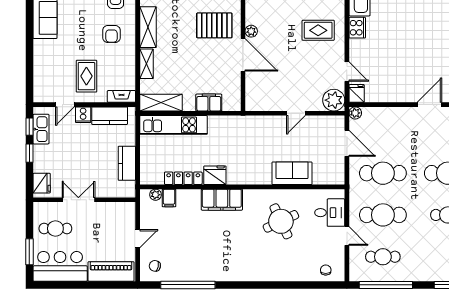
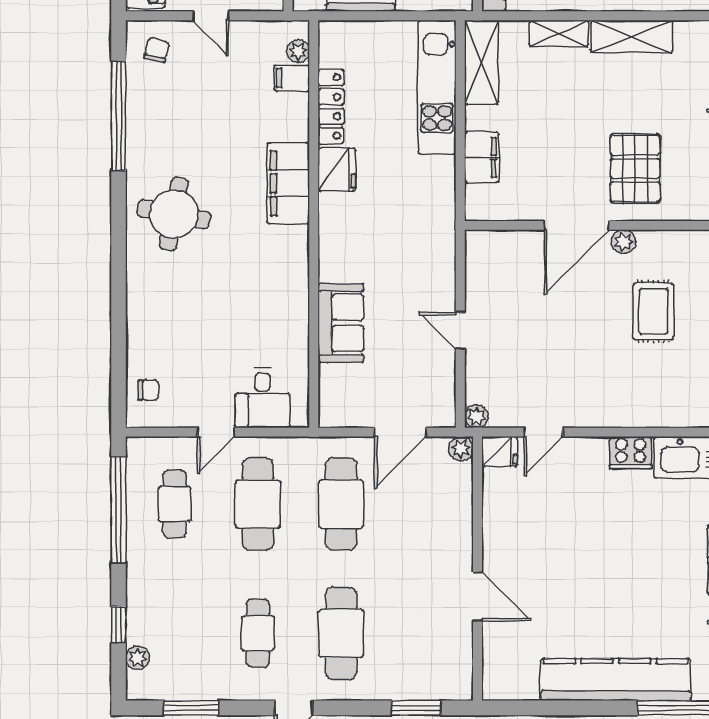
rug: (318, 30) -> (653, 311), moved
plant: (334, 100) -> (476, 416), width x0.53, depth x0.53
round table: (281, 221) -> (174, 214), moved, turned 36

